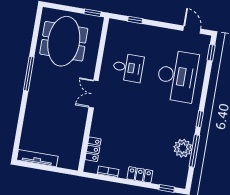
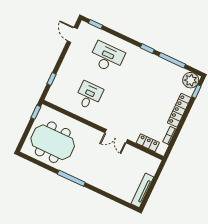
door: (192, 30) -> (72, 35), hinge flipped
desk: (177, 76) -> (107, 57), width x0.73, depth x0.77
double door: (94, 94) -> (116, 136), moved
plant: (183, 148) -> (191, 80), moved
locker: (140, 175) -> (179, 110), width x1.53

